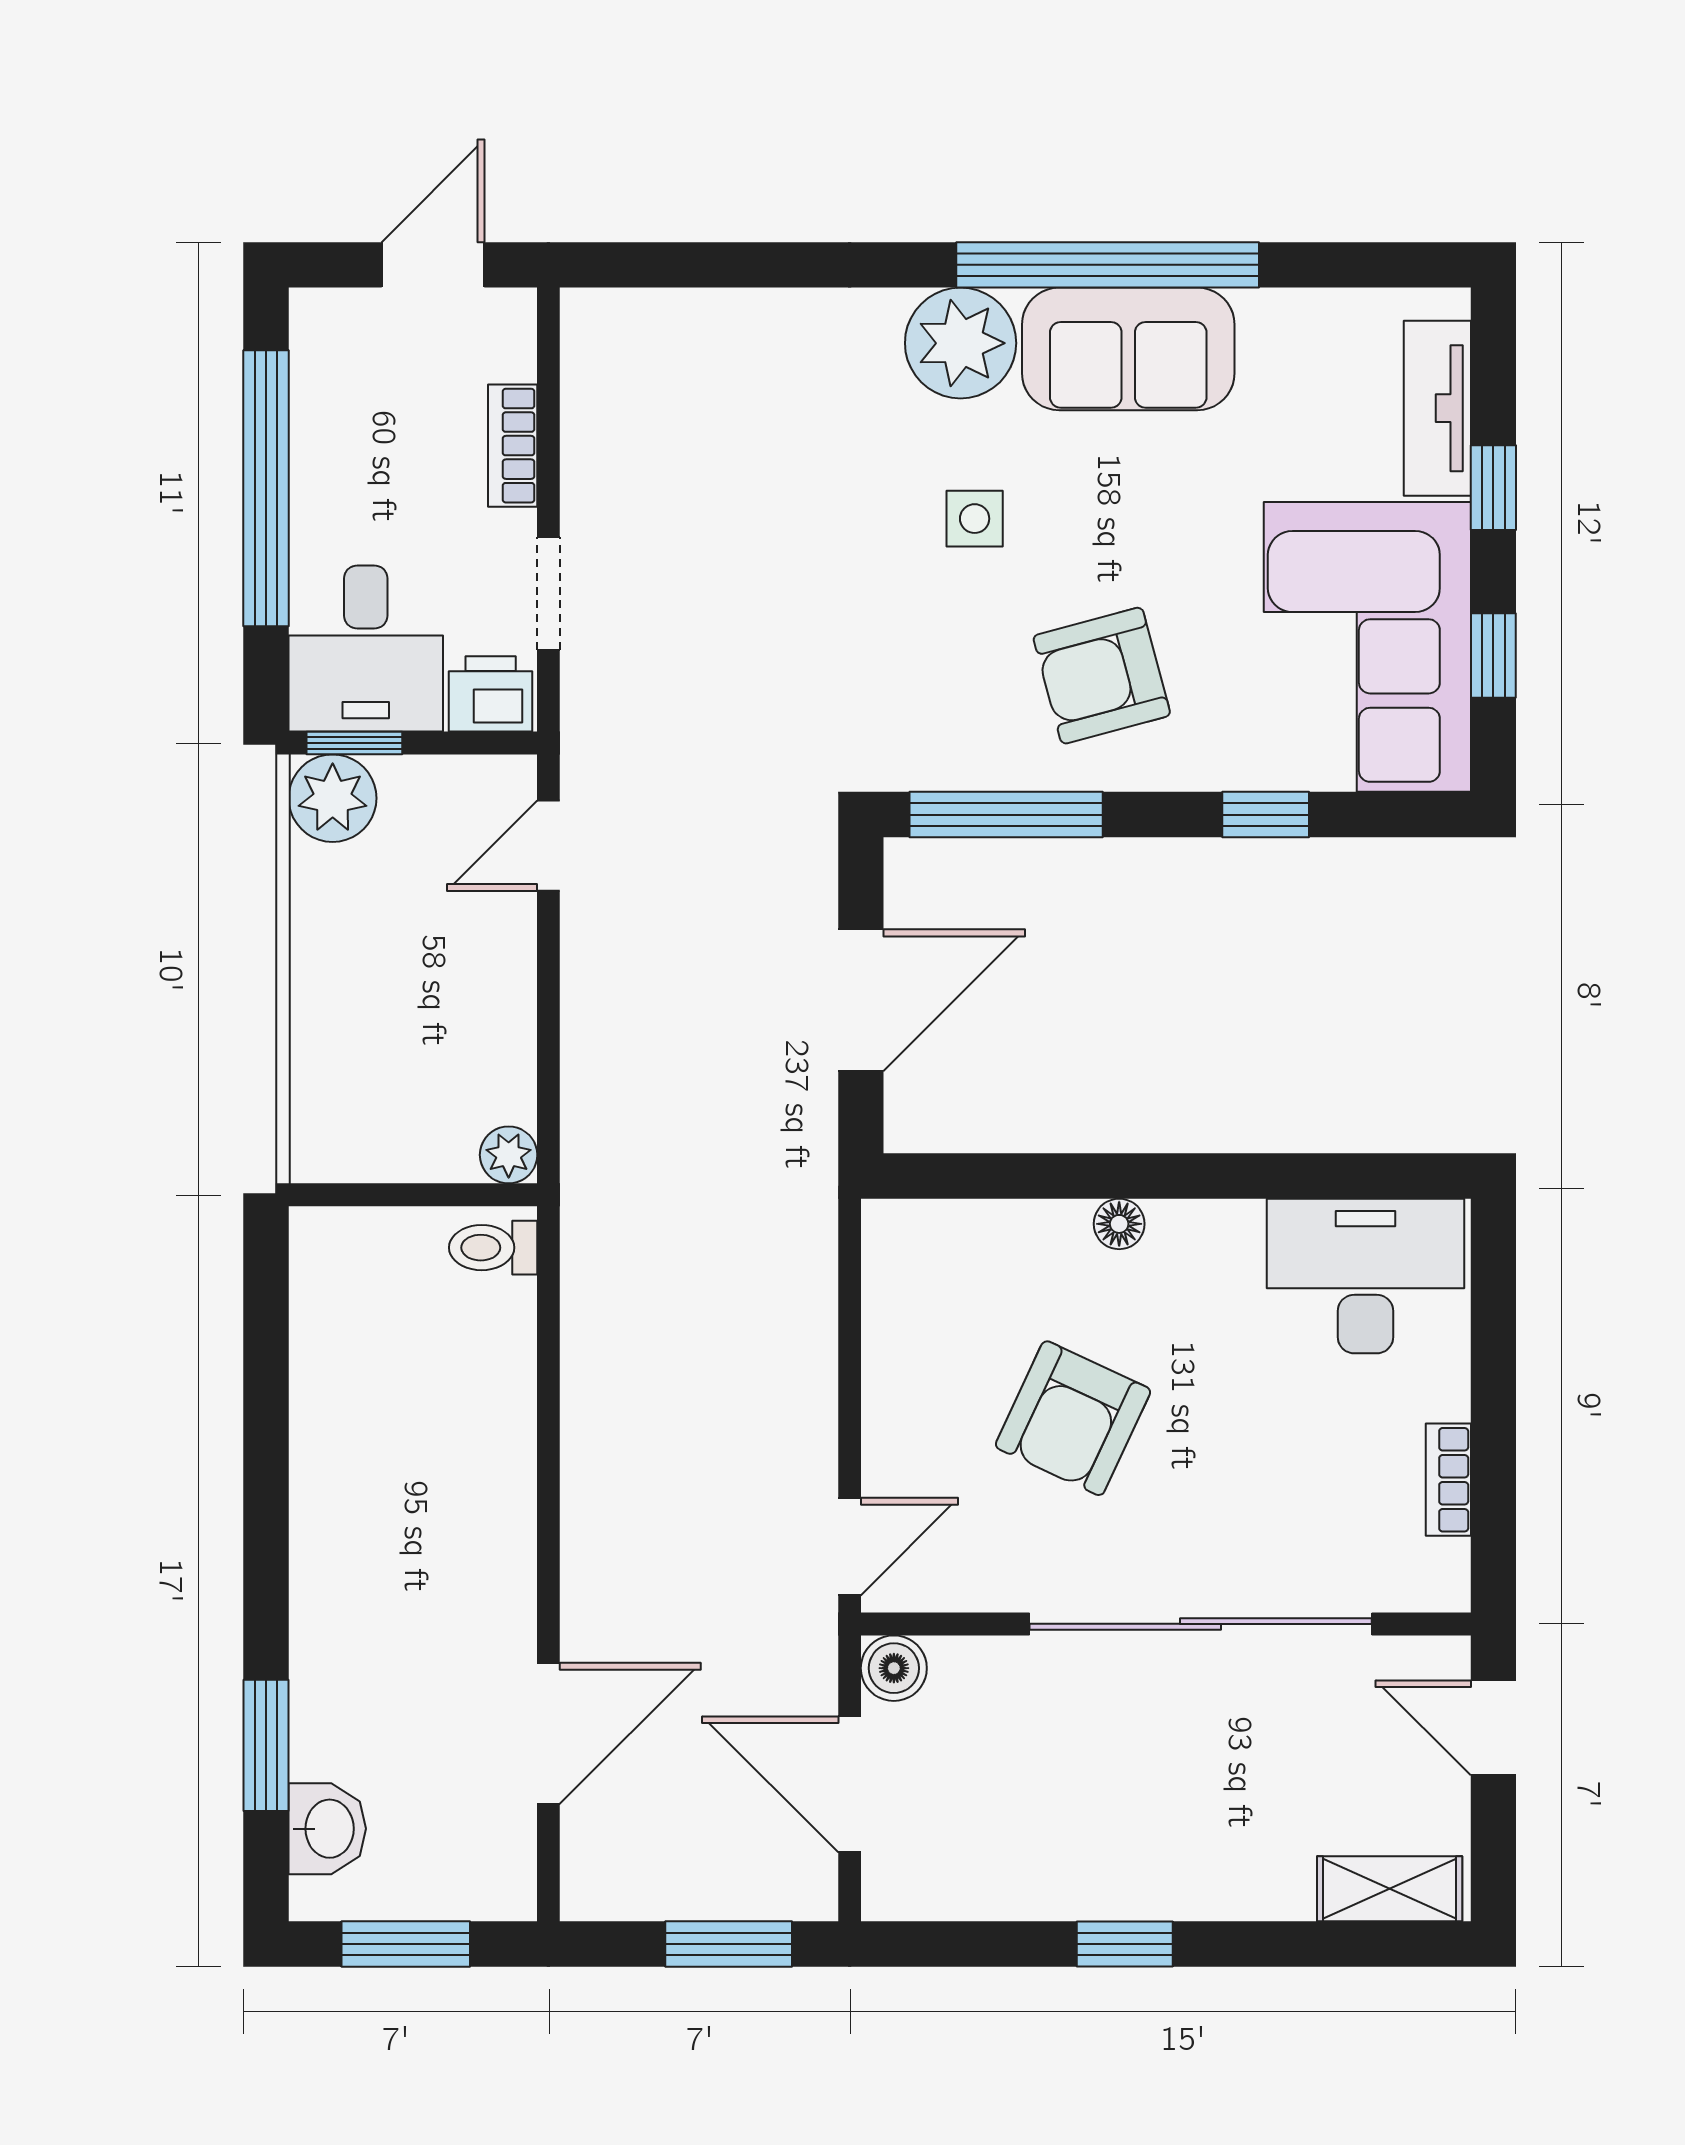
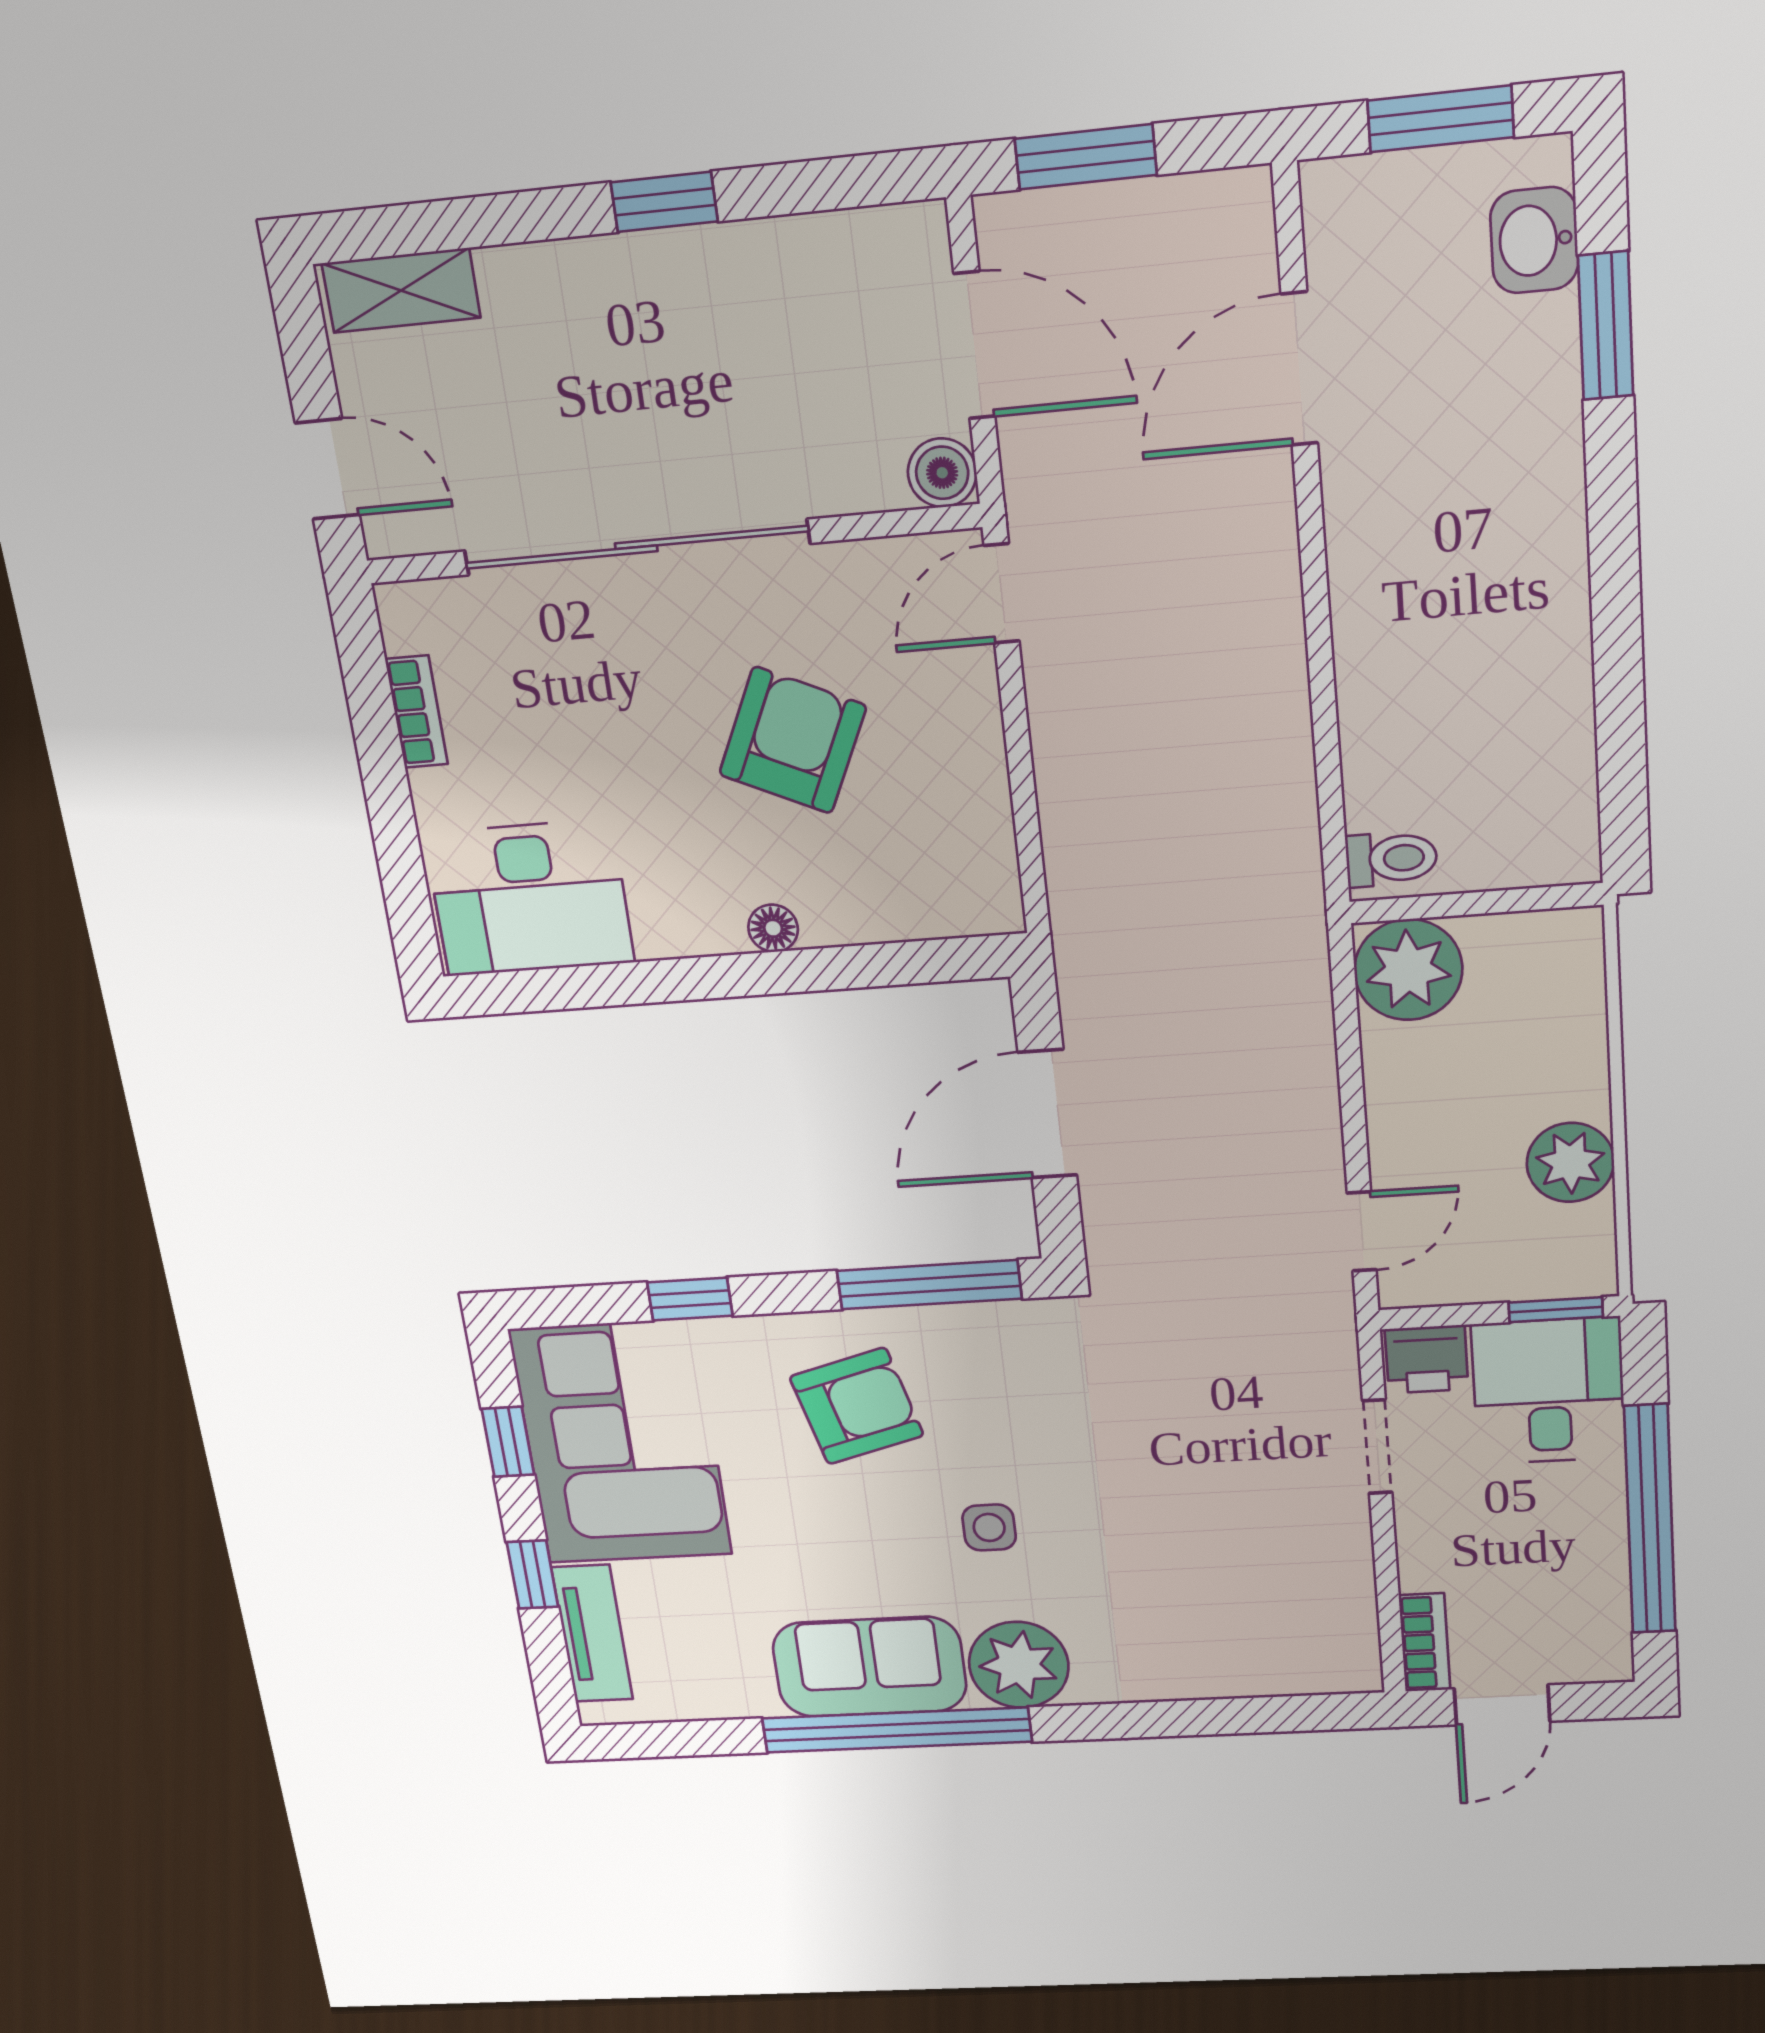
bookcase: (513, 446) -> (1425, 1643), moved
plant: (333, 798) -> (1570, 1162), moved
plant: (509, 1155) -> (1408, 970), width x1.88, depth x1.88

